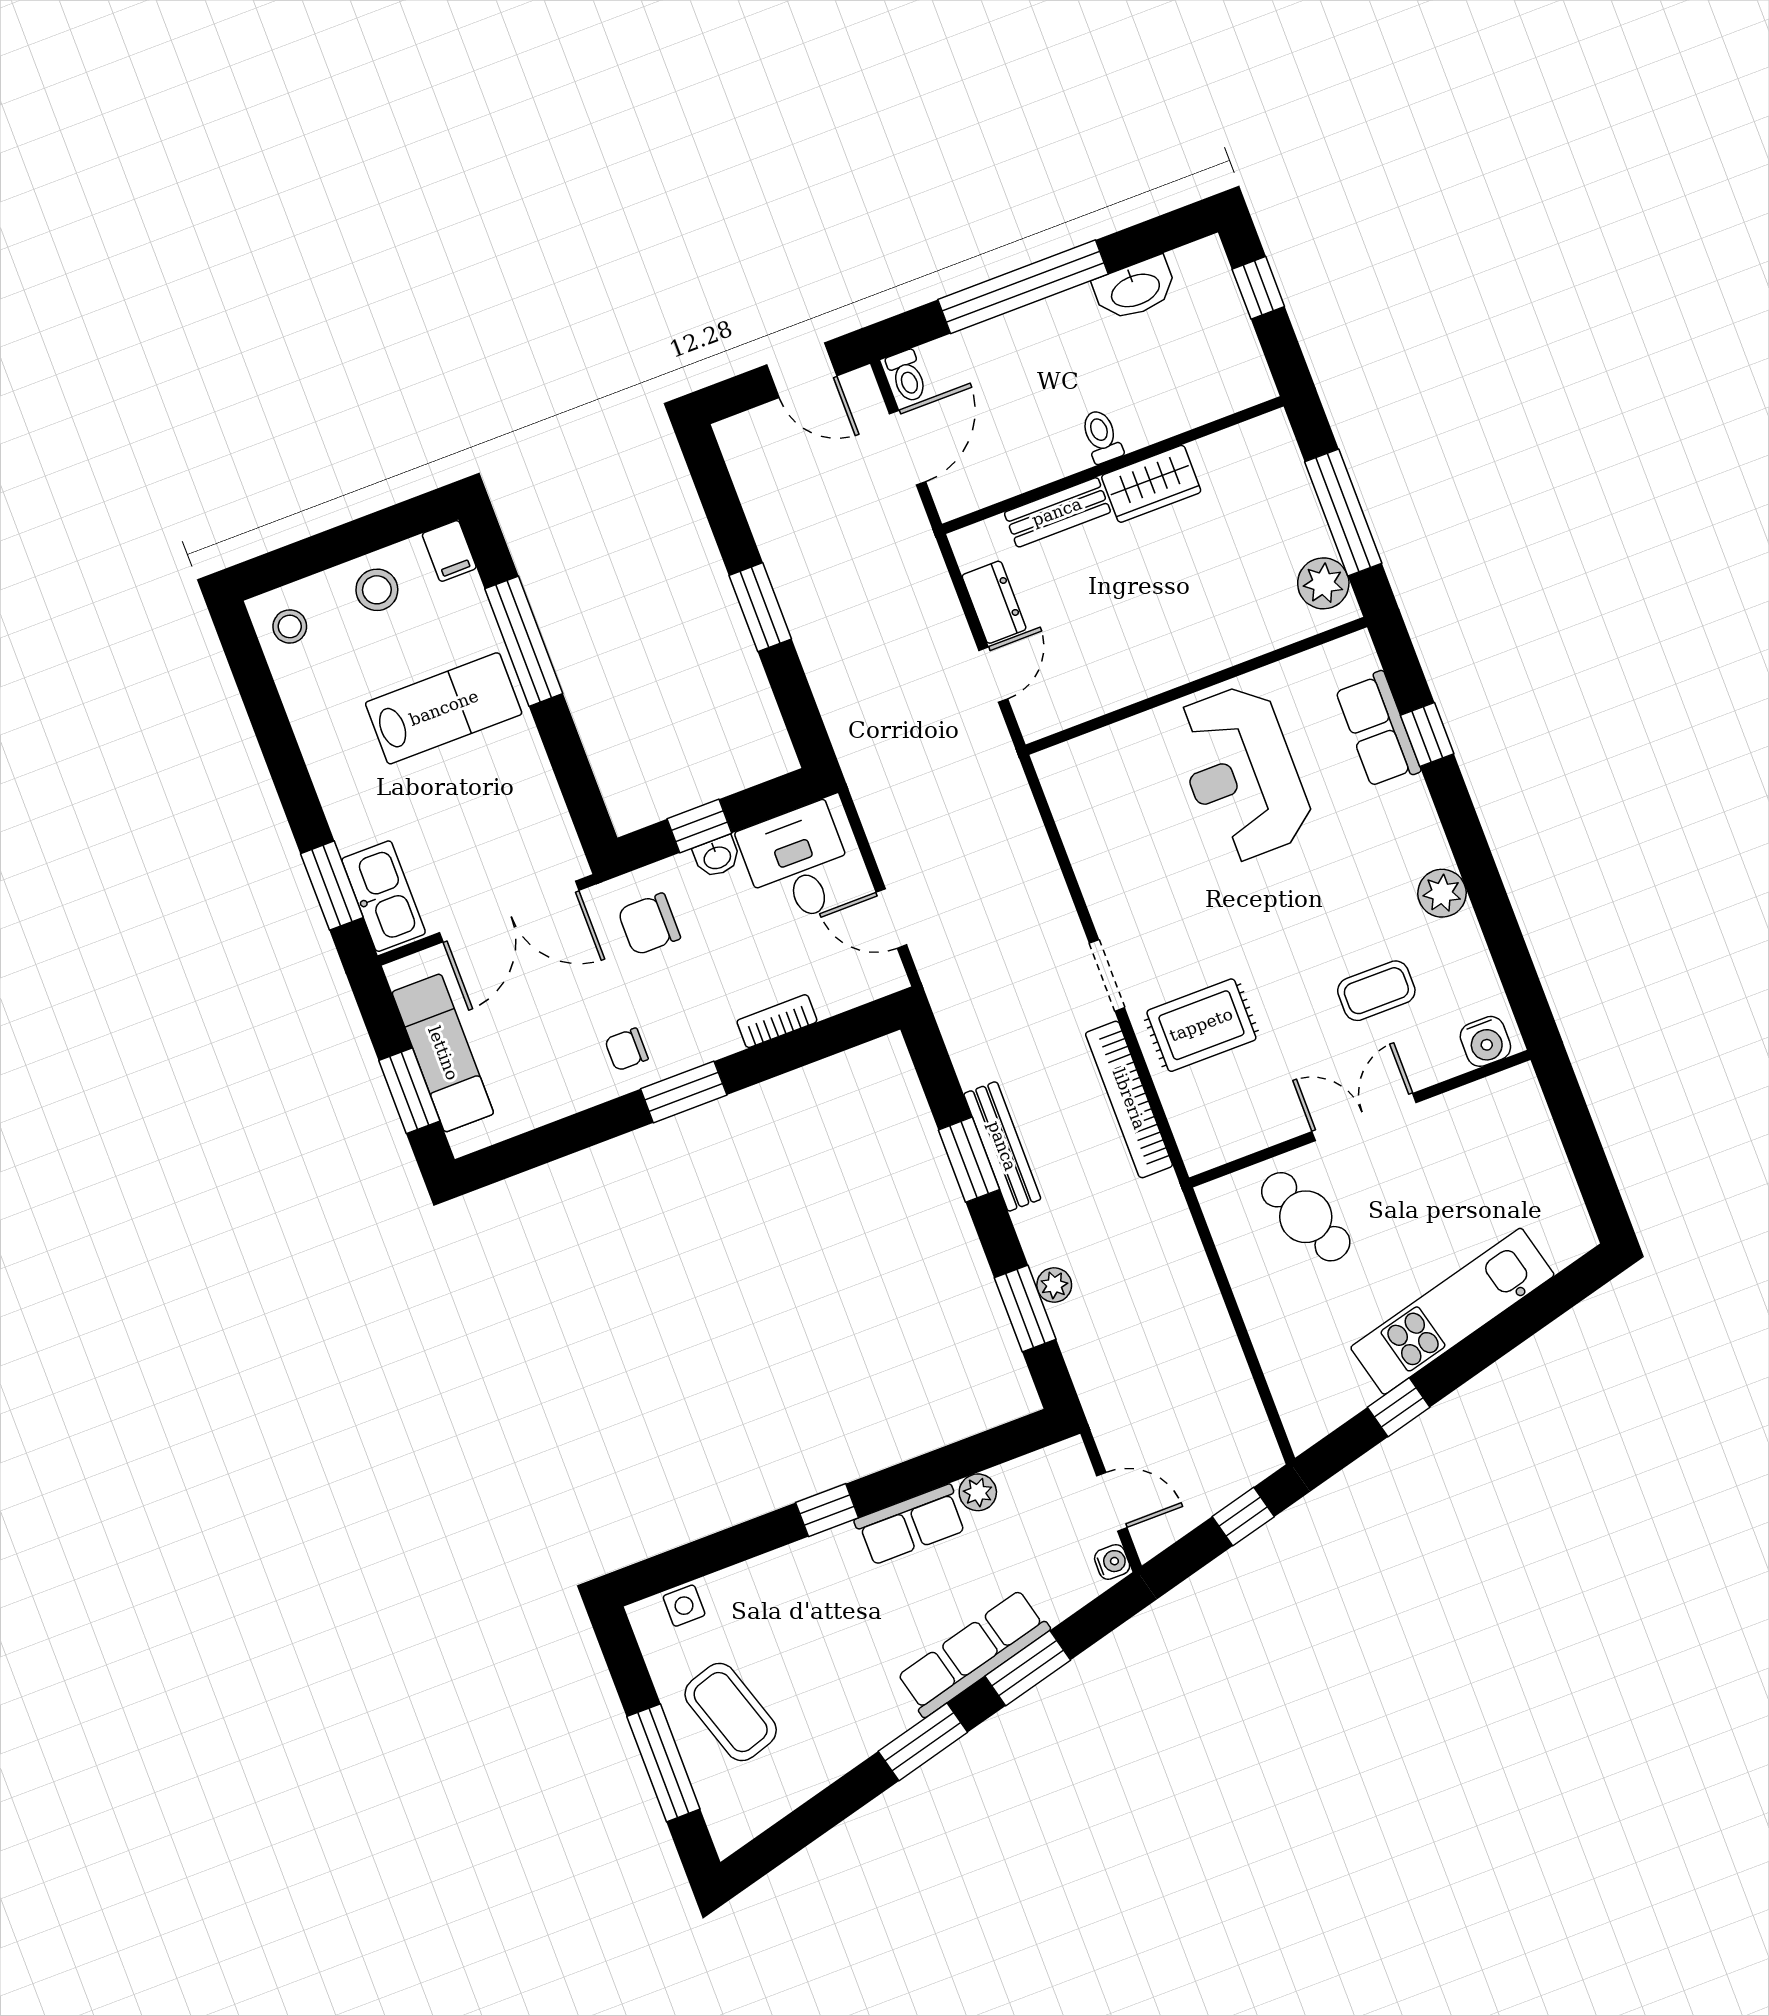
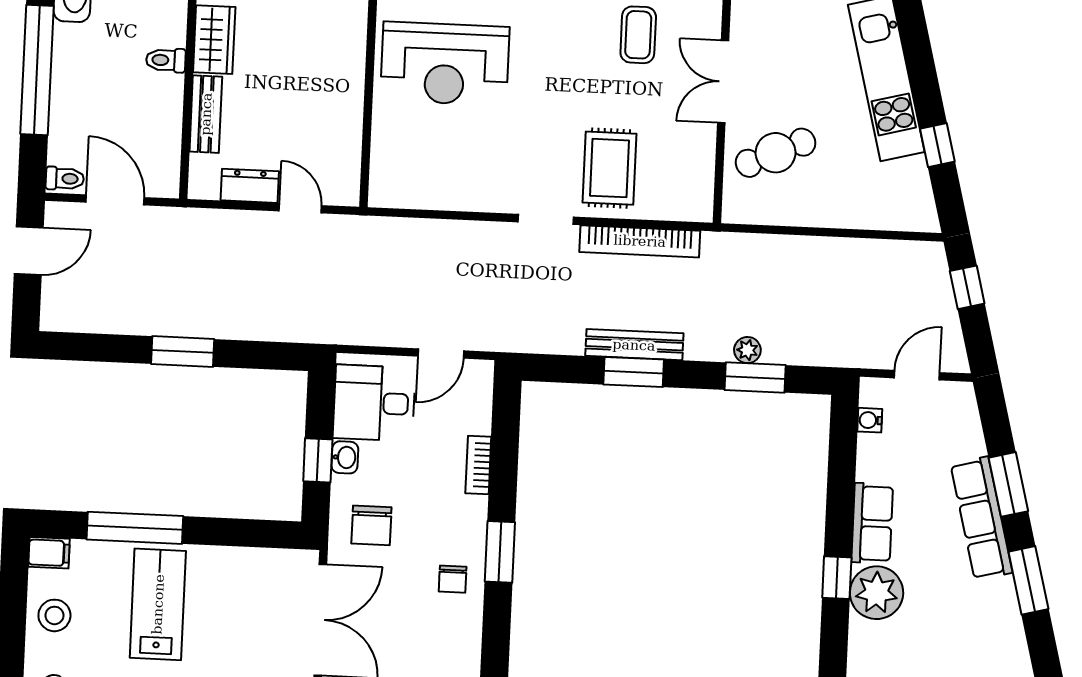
plant: (978, 1492) -> (877, 593), moved, width x1.87, depth x1.87
water cooler: (1112, 1562) -> (870, 420), moved, turned -90

